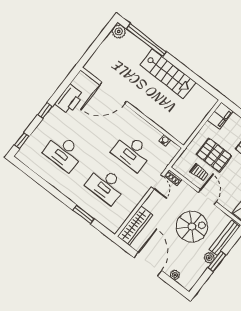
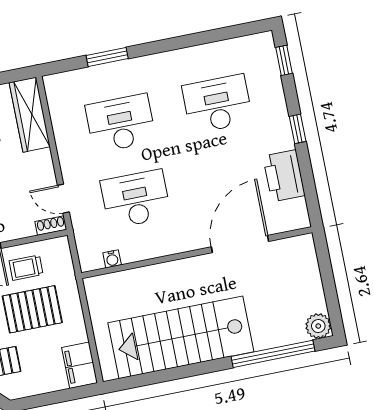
stairs: (168, 74) -> (181, 337), width x1.36, depth x1.51

